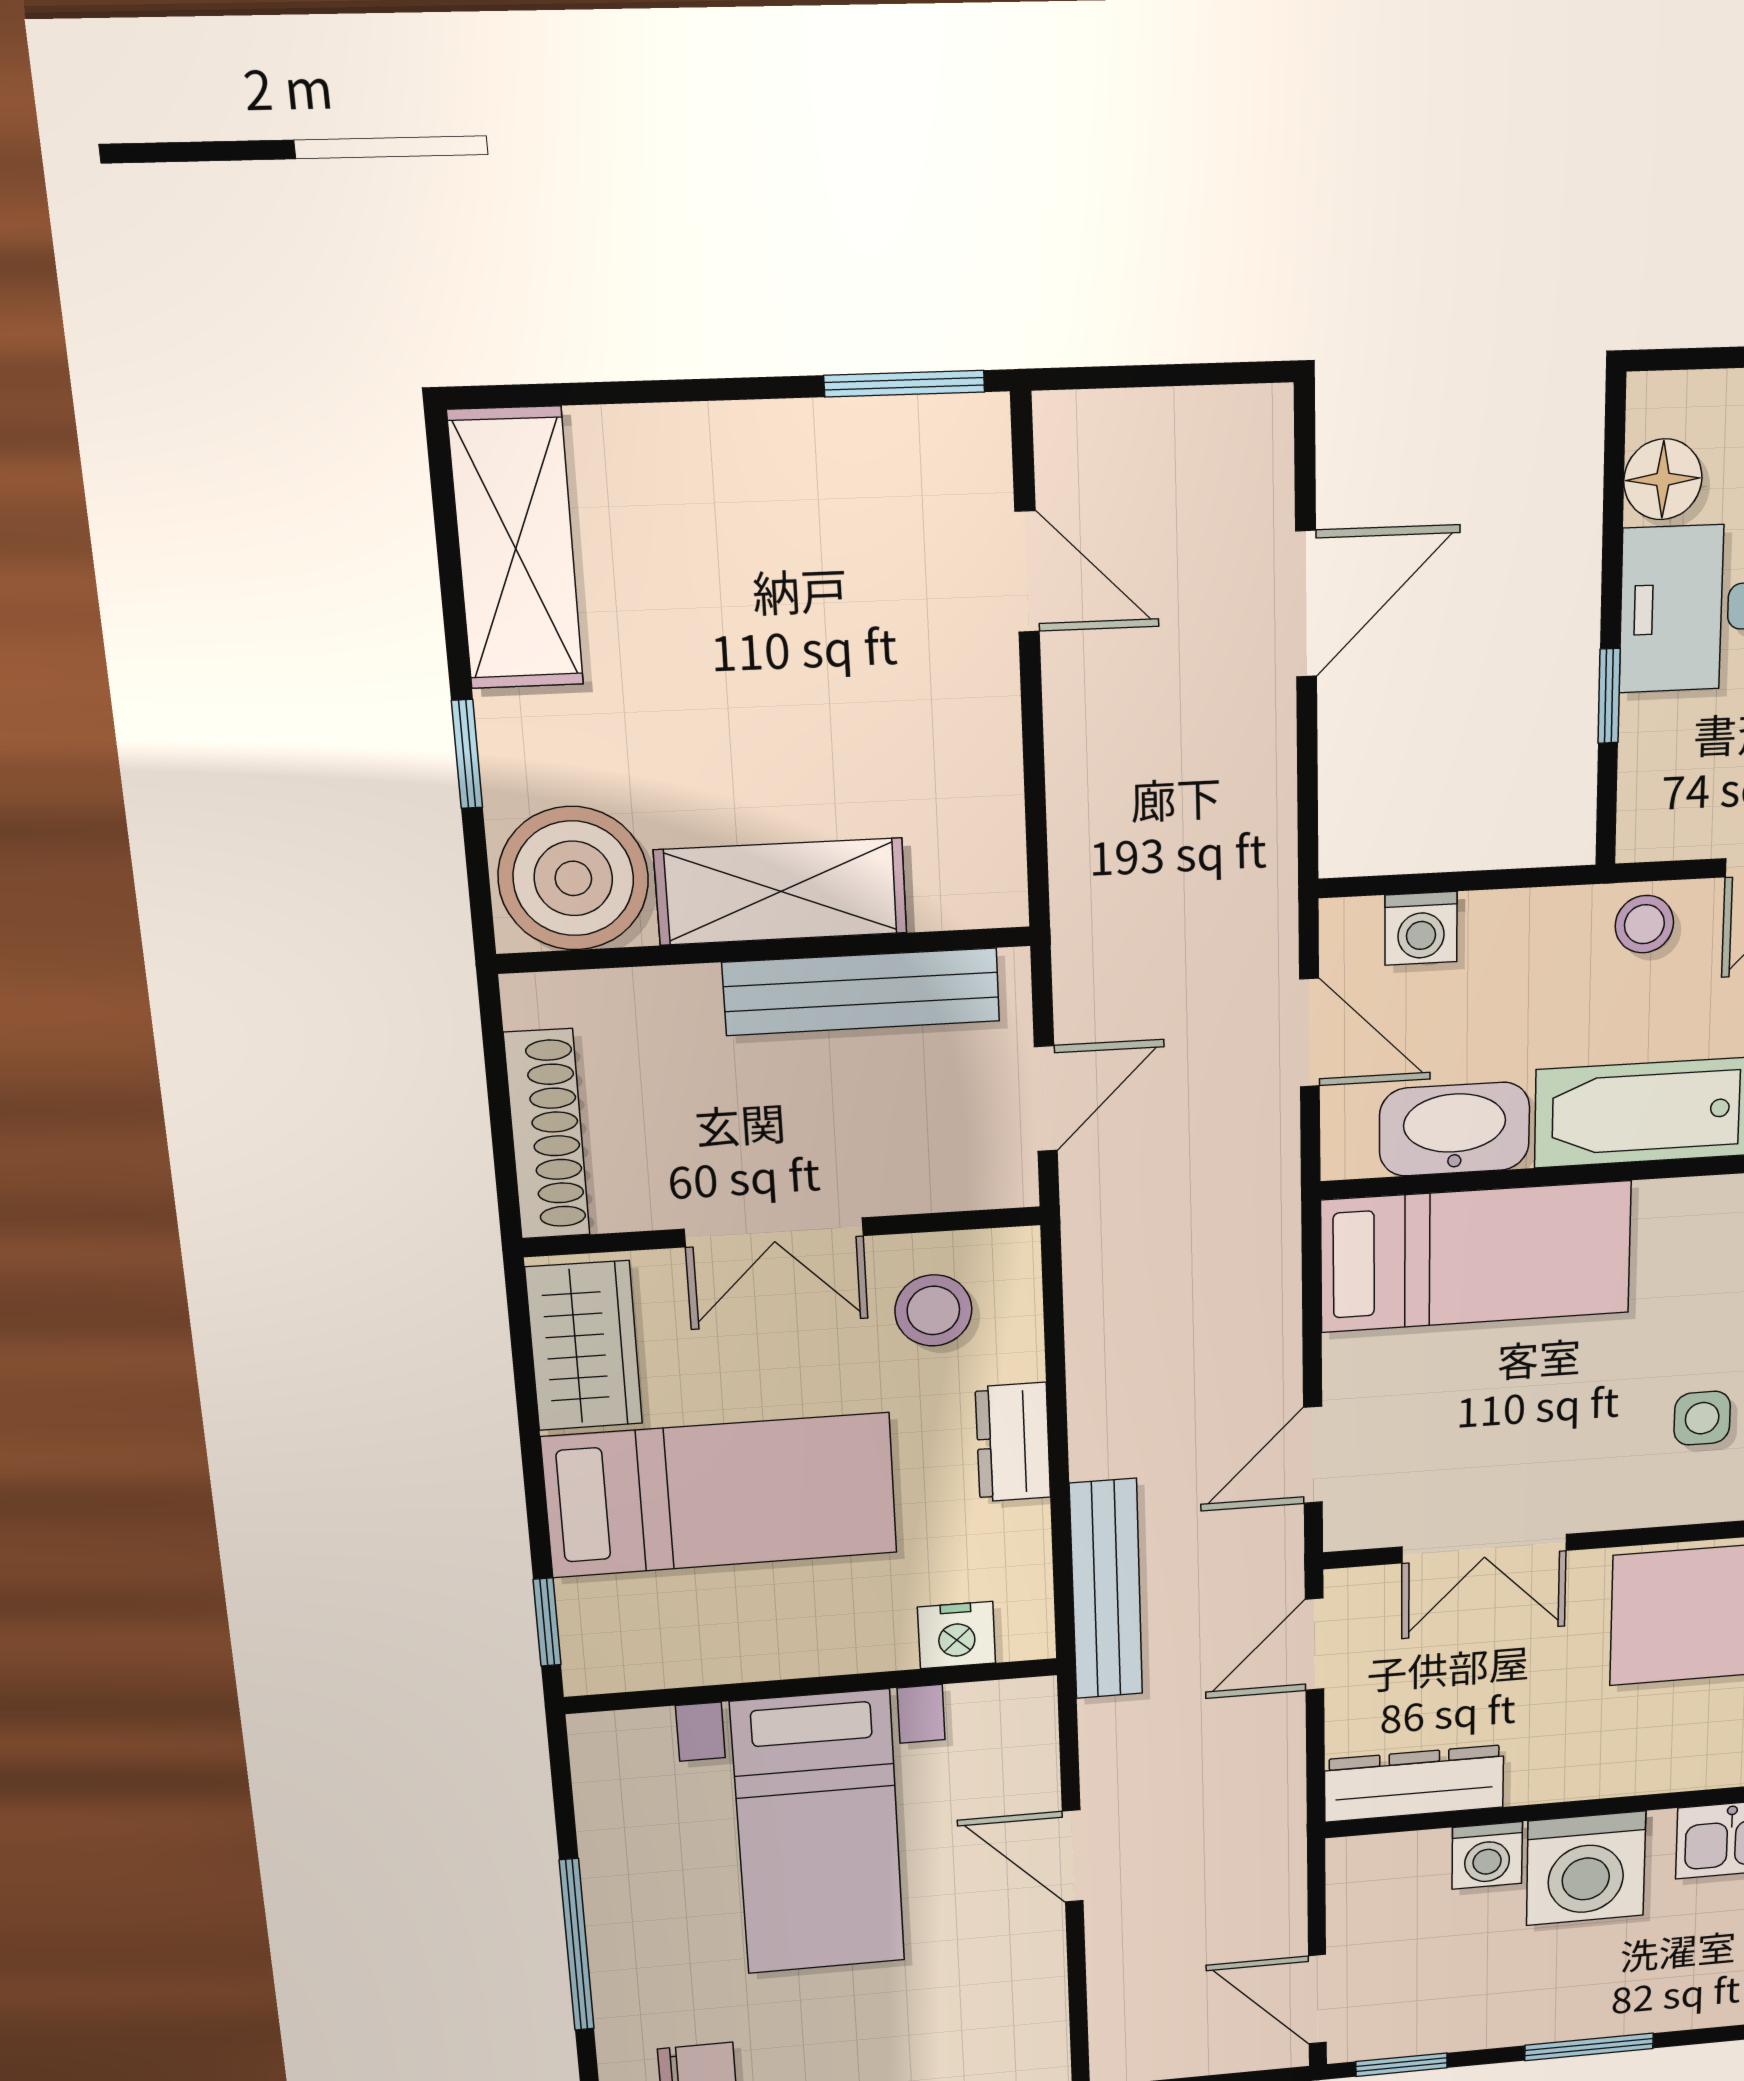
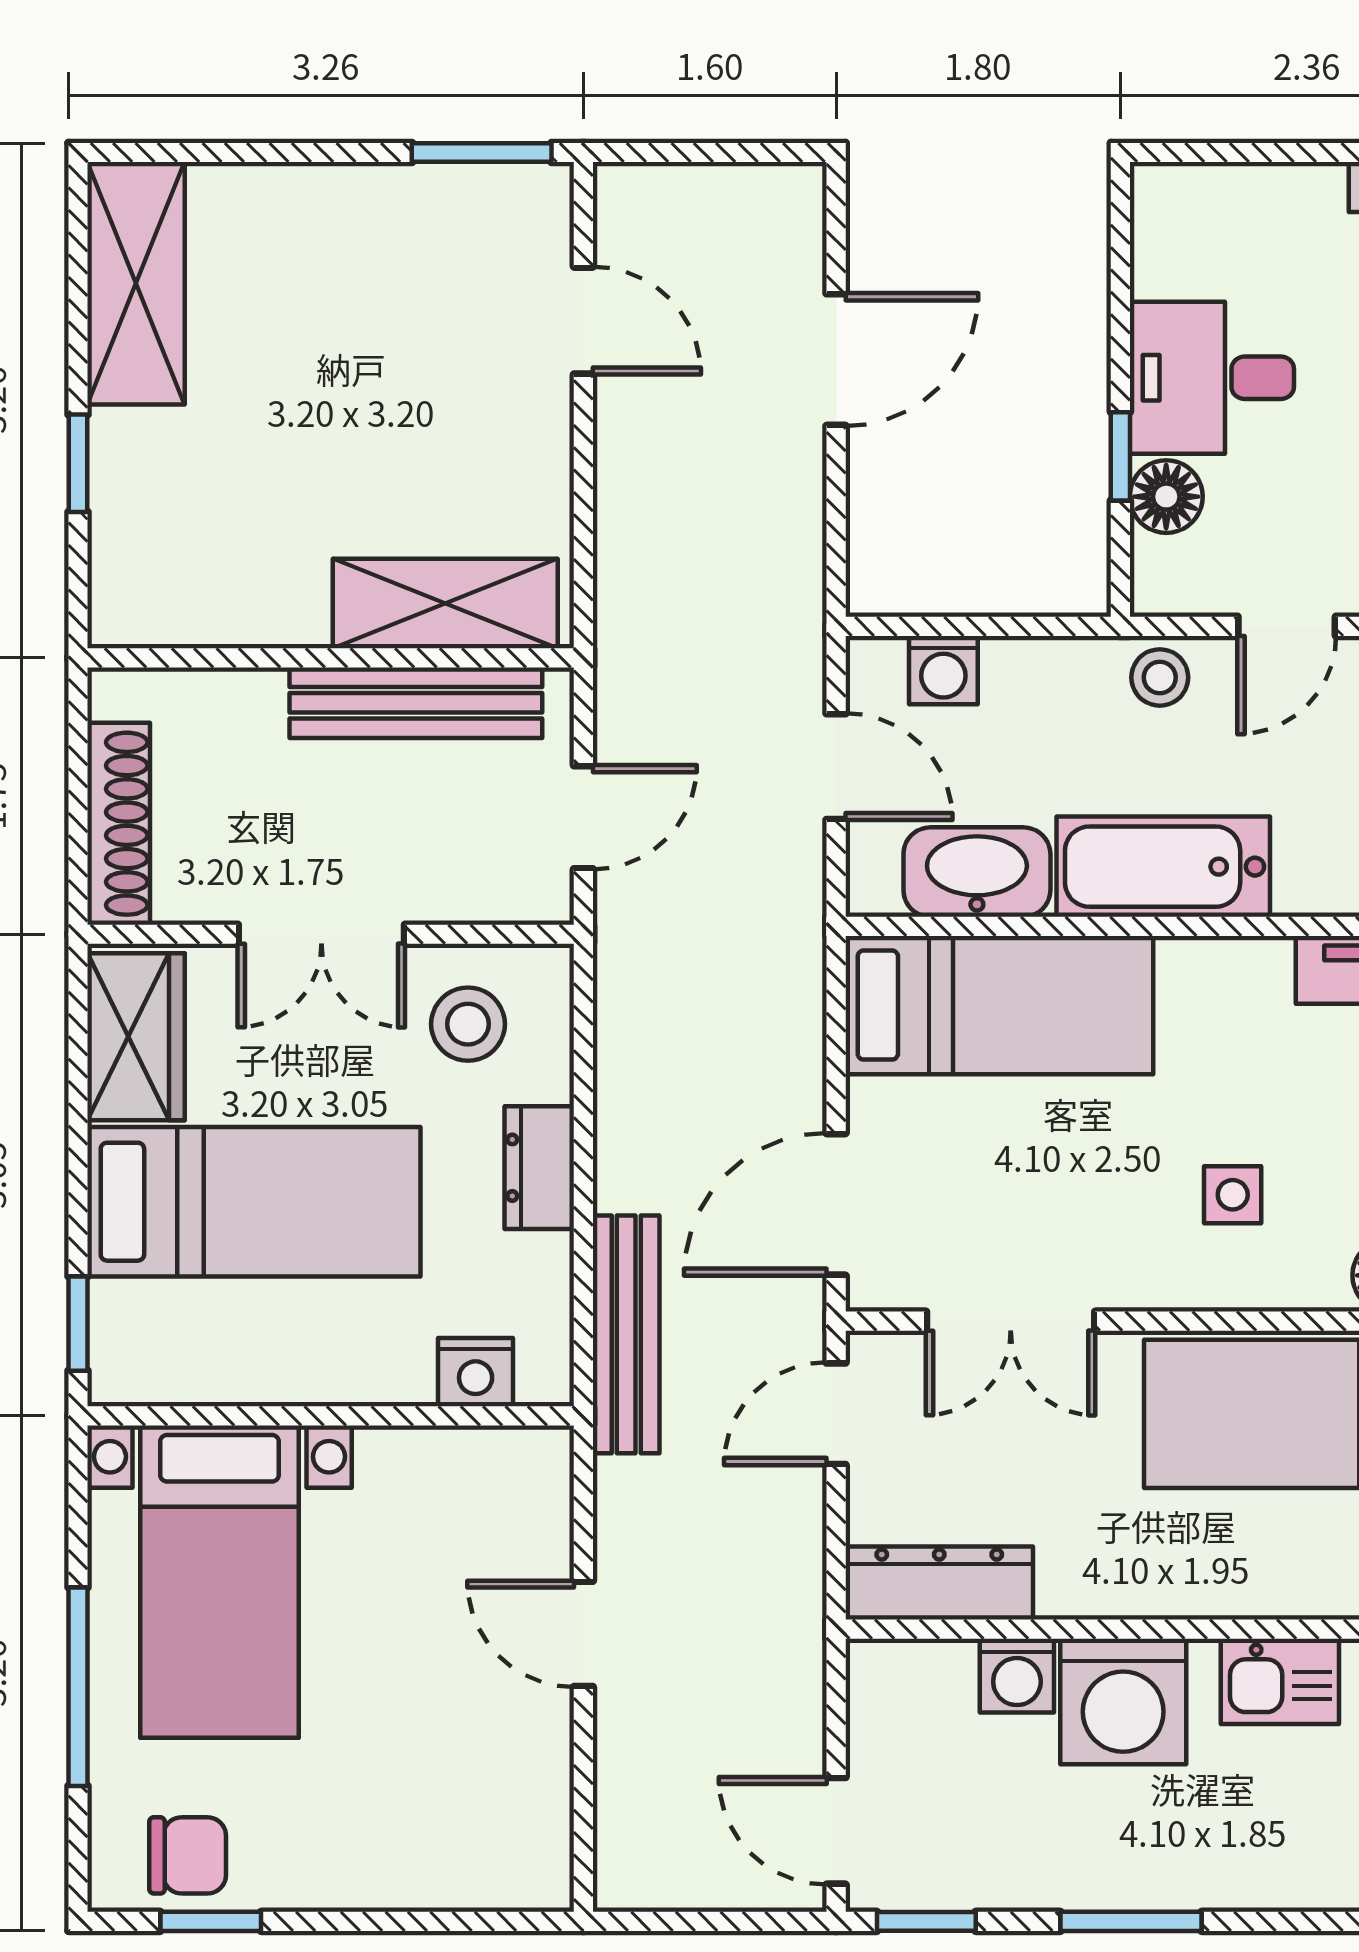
floor lamp: (1663, 479) -> (1166, 497), moved
boiler: (573, 878) -> (162, 582), removed
shelving: (781, 892) -> (445, 603), moved
door: (1313, 1455) -> (836, 1204), width x1.38
bed with nightstands: (818, 1833) -> (219, 1582), moved

